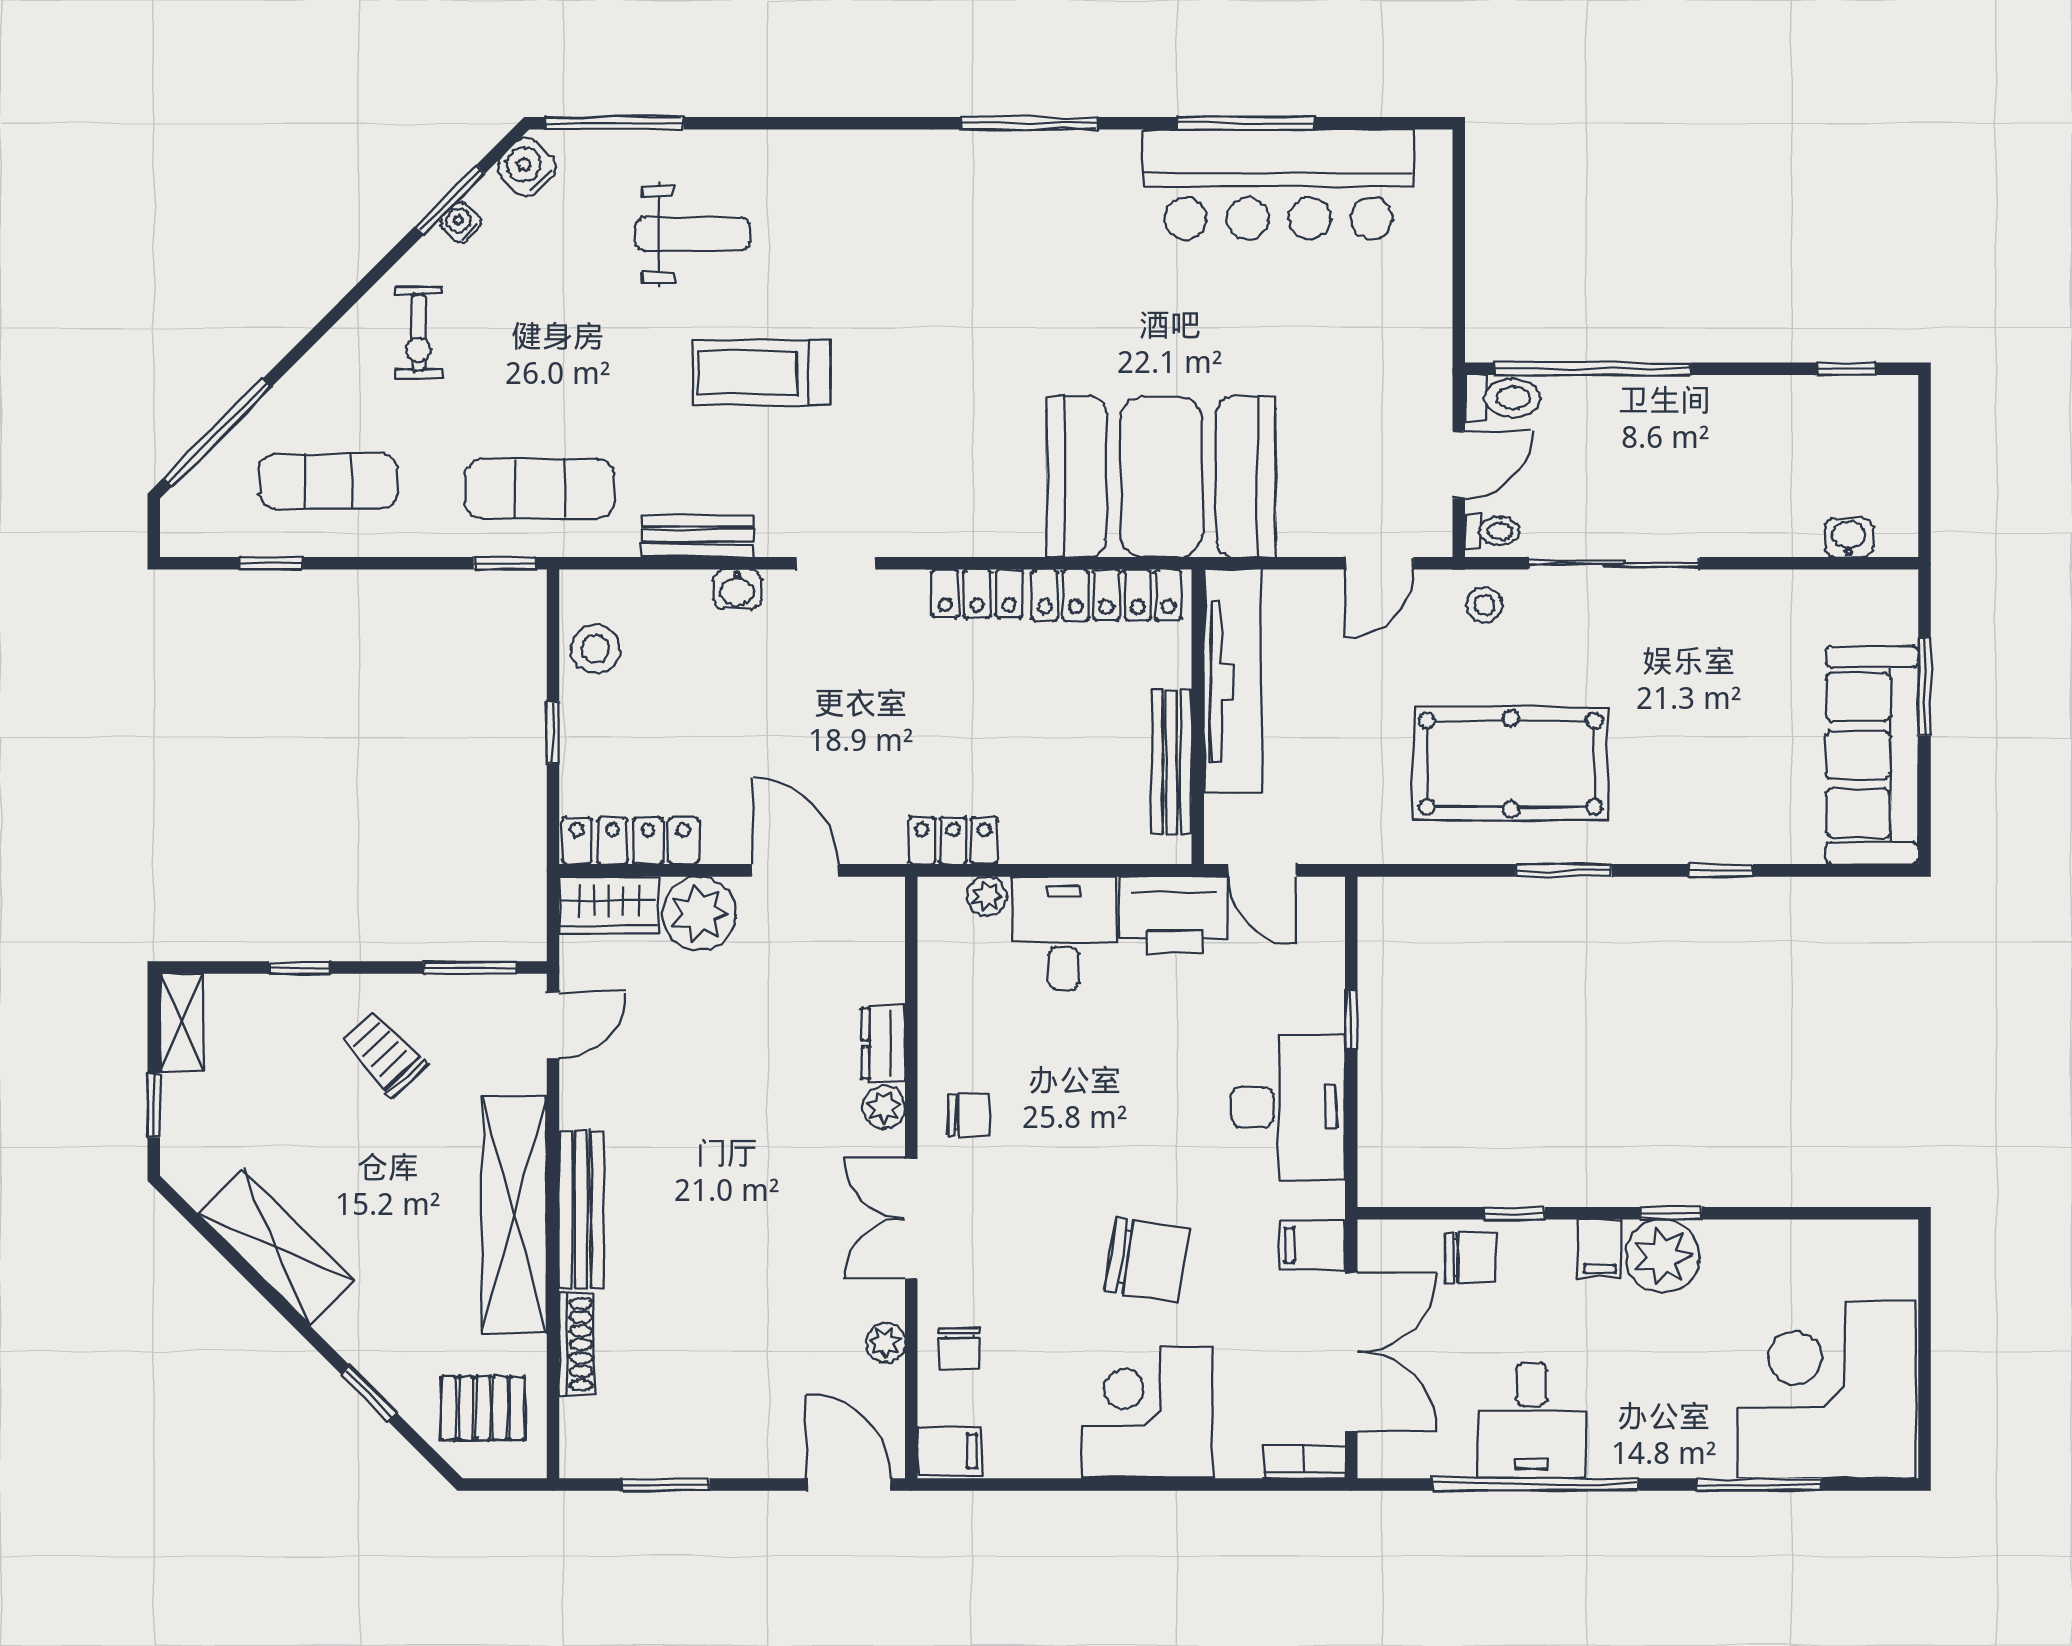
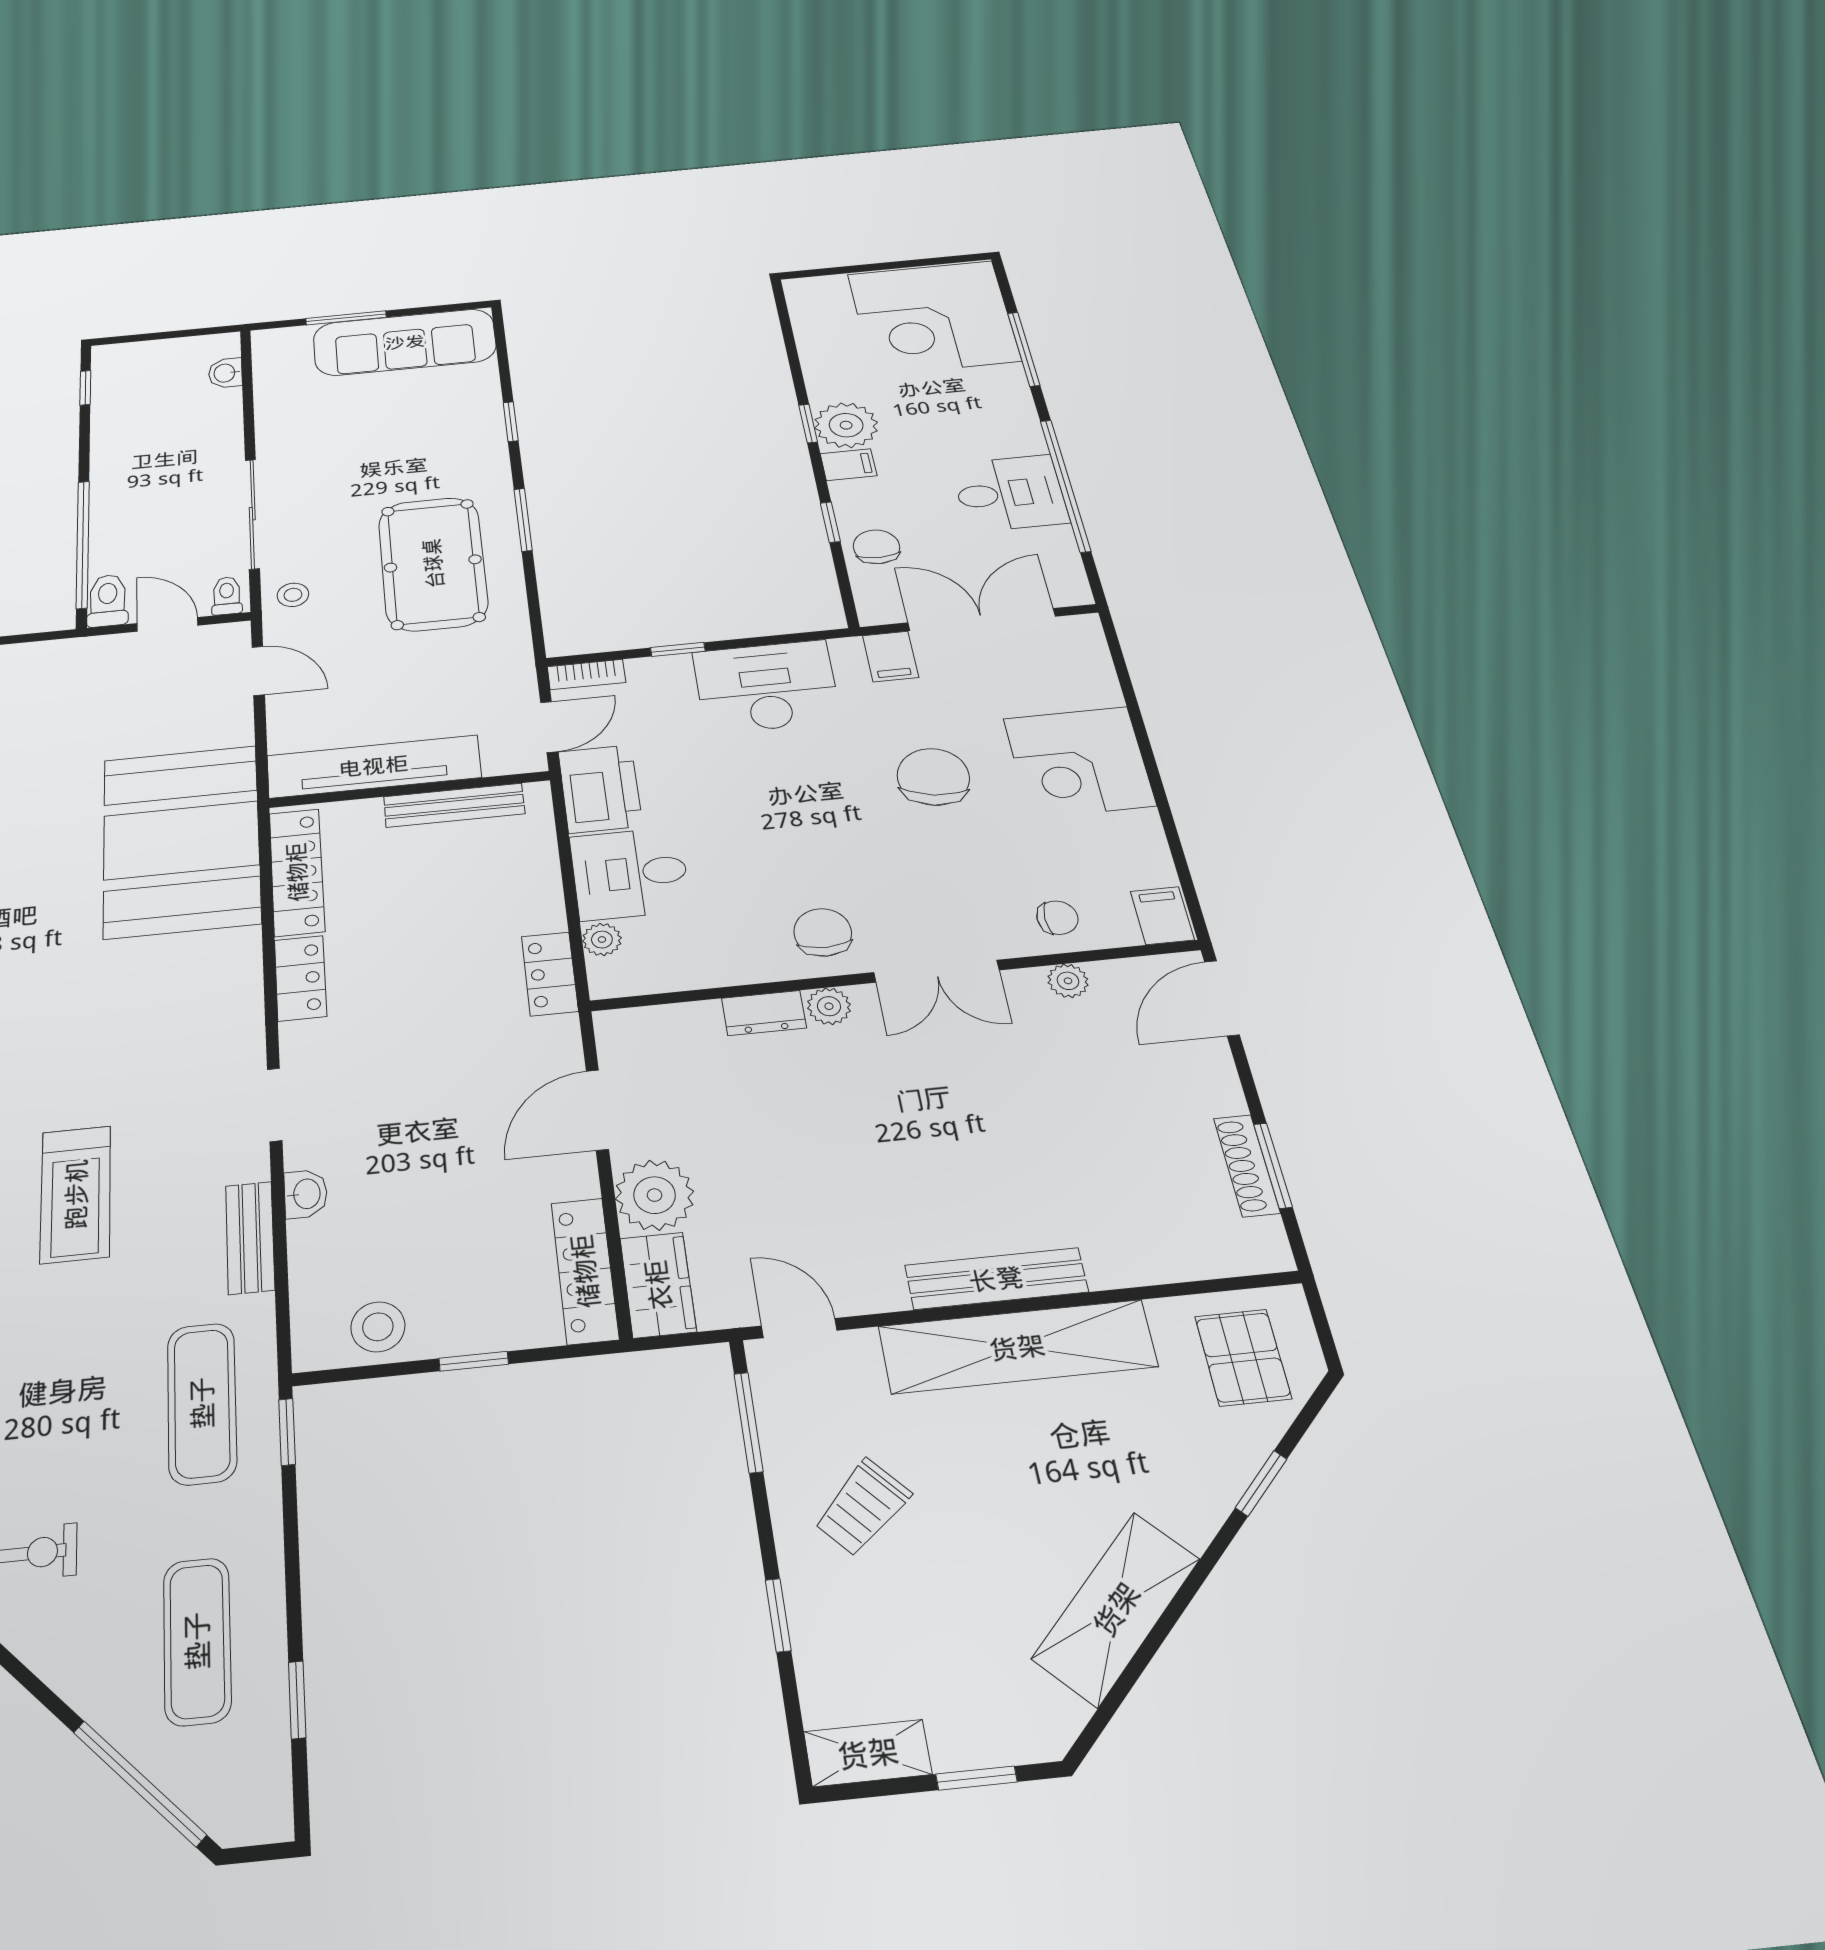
chair: (970, 1115) -> (823, 932), width x1.37, depth x1.37
shoe rack: (577, 1344) -> (1247, 1165), moved, turned -90
bookcase: (1304, 1462) -> (586, 675), moved, turned -90

